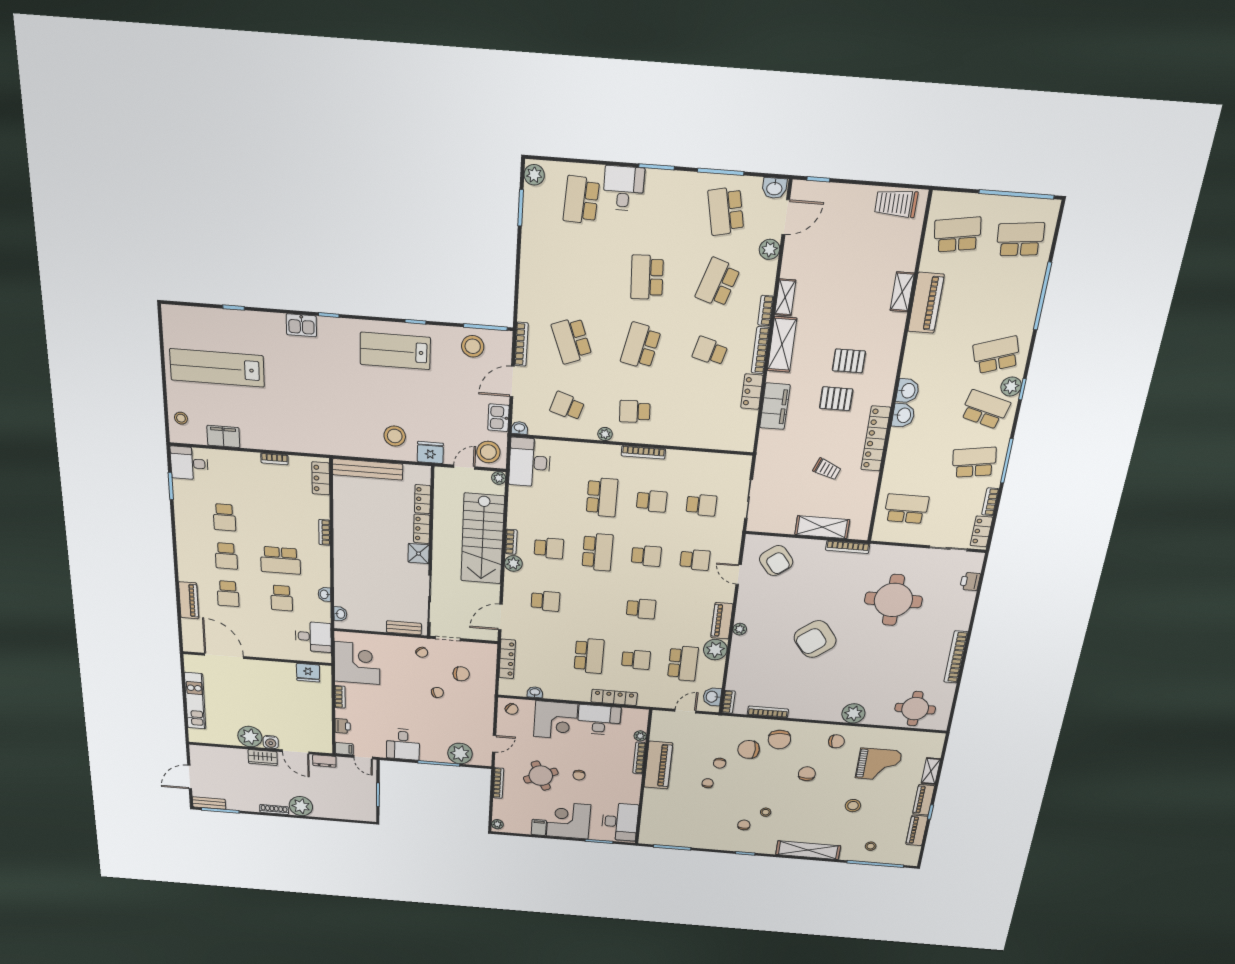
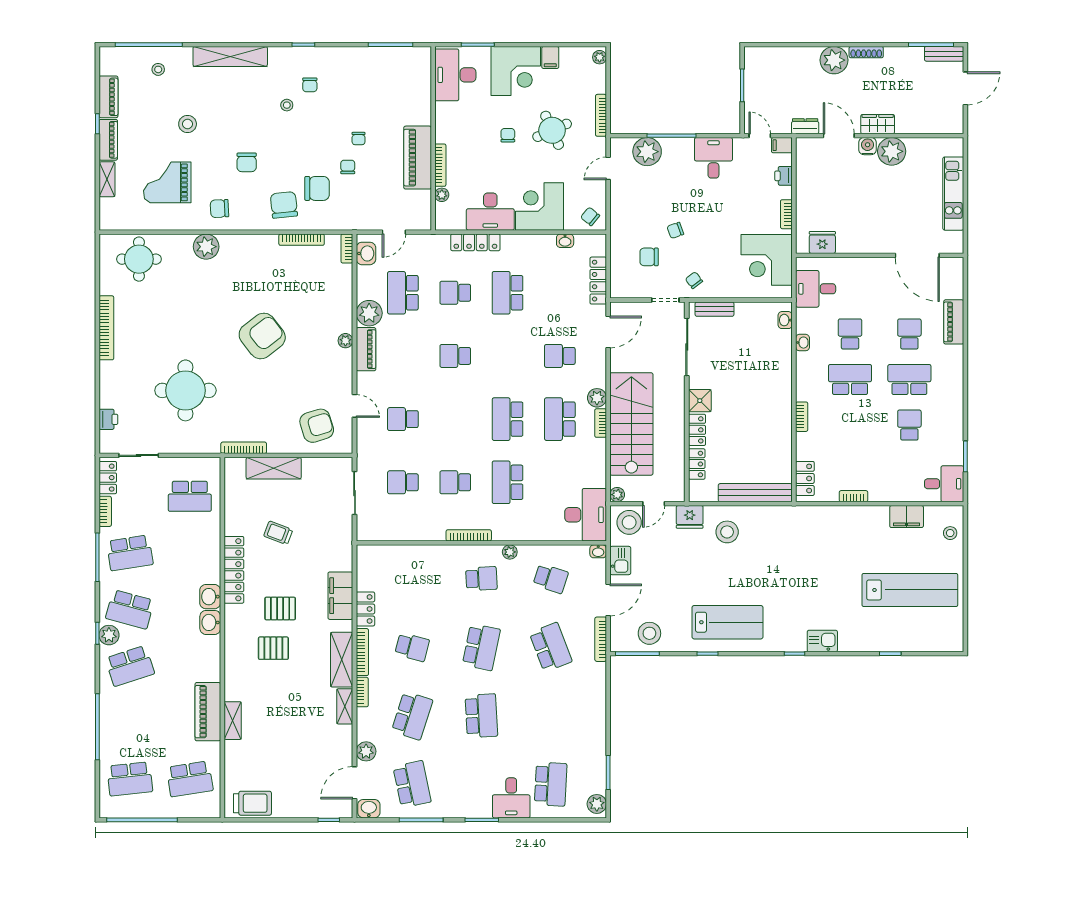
school desk: (549, 548) -> (560, 419), width x1.85
school desk: (226, 556) -> (909, 379), width x1.85
school desk: (646, 556) -> (455, 419), removed
armchair: (776, 561) -> (317, 426), turned 111

